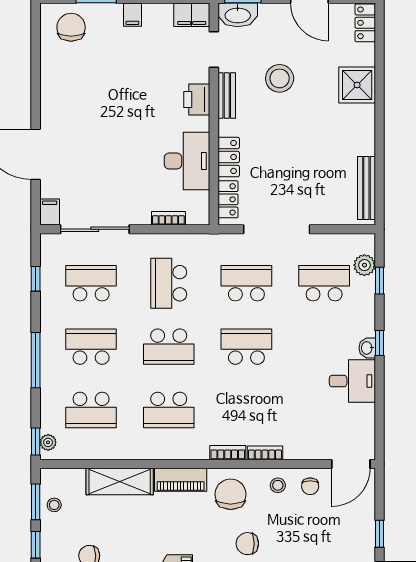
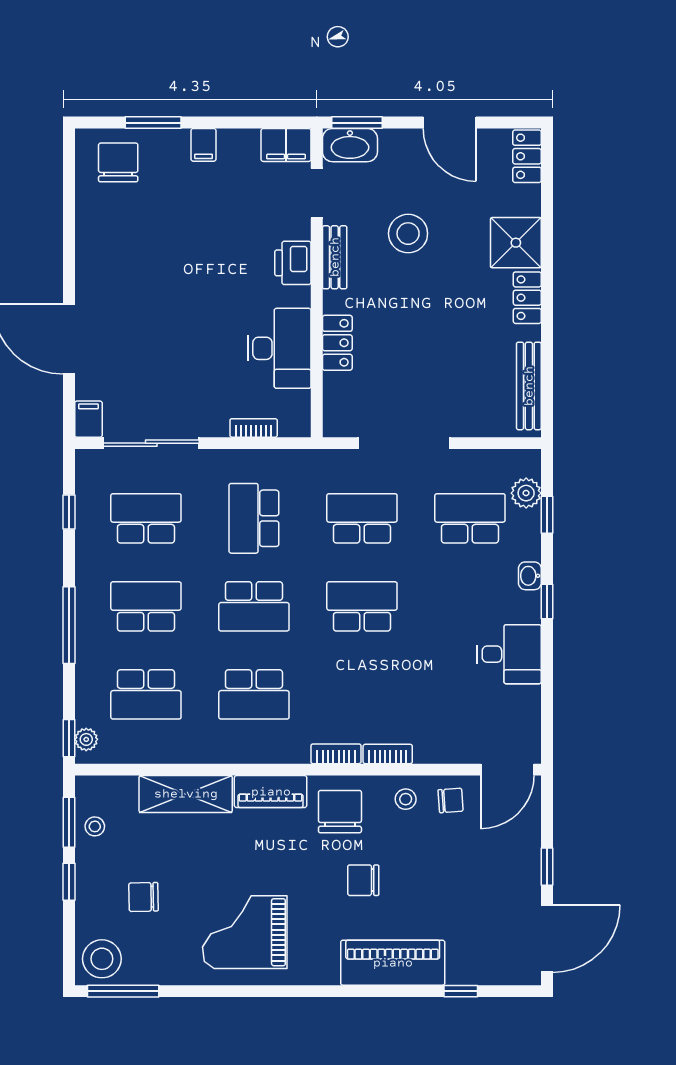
locker: (228, 199) -> (527, 298), moved, turned 180
washbasin: (367, 348) -> (530, 576), moved
chair: (310, 486) -> (451, 800), turned -94

